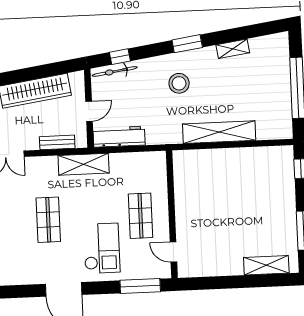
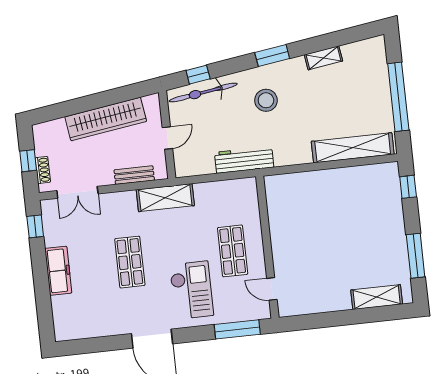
bicycle: (115, 71) -> (203, 92), width x1.37, depth x1.40
shelving: (219, 132) -> (353, 148), moved
workbench: (119, 137) -> (244, 160), moved

